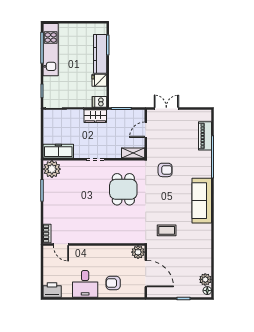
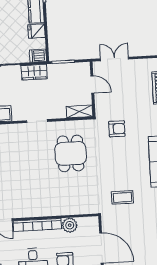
door: (146, 130) -> (92, 84), swing flipped
bookcase: (91, 250) -> (37, 225), added
plant: (138, 252) -> (70, 225), moved

